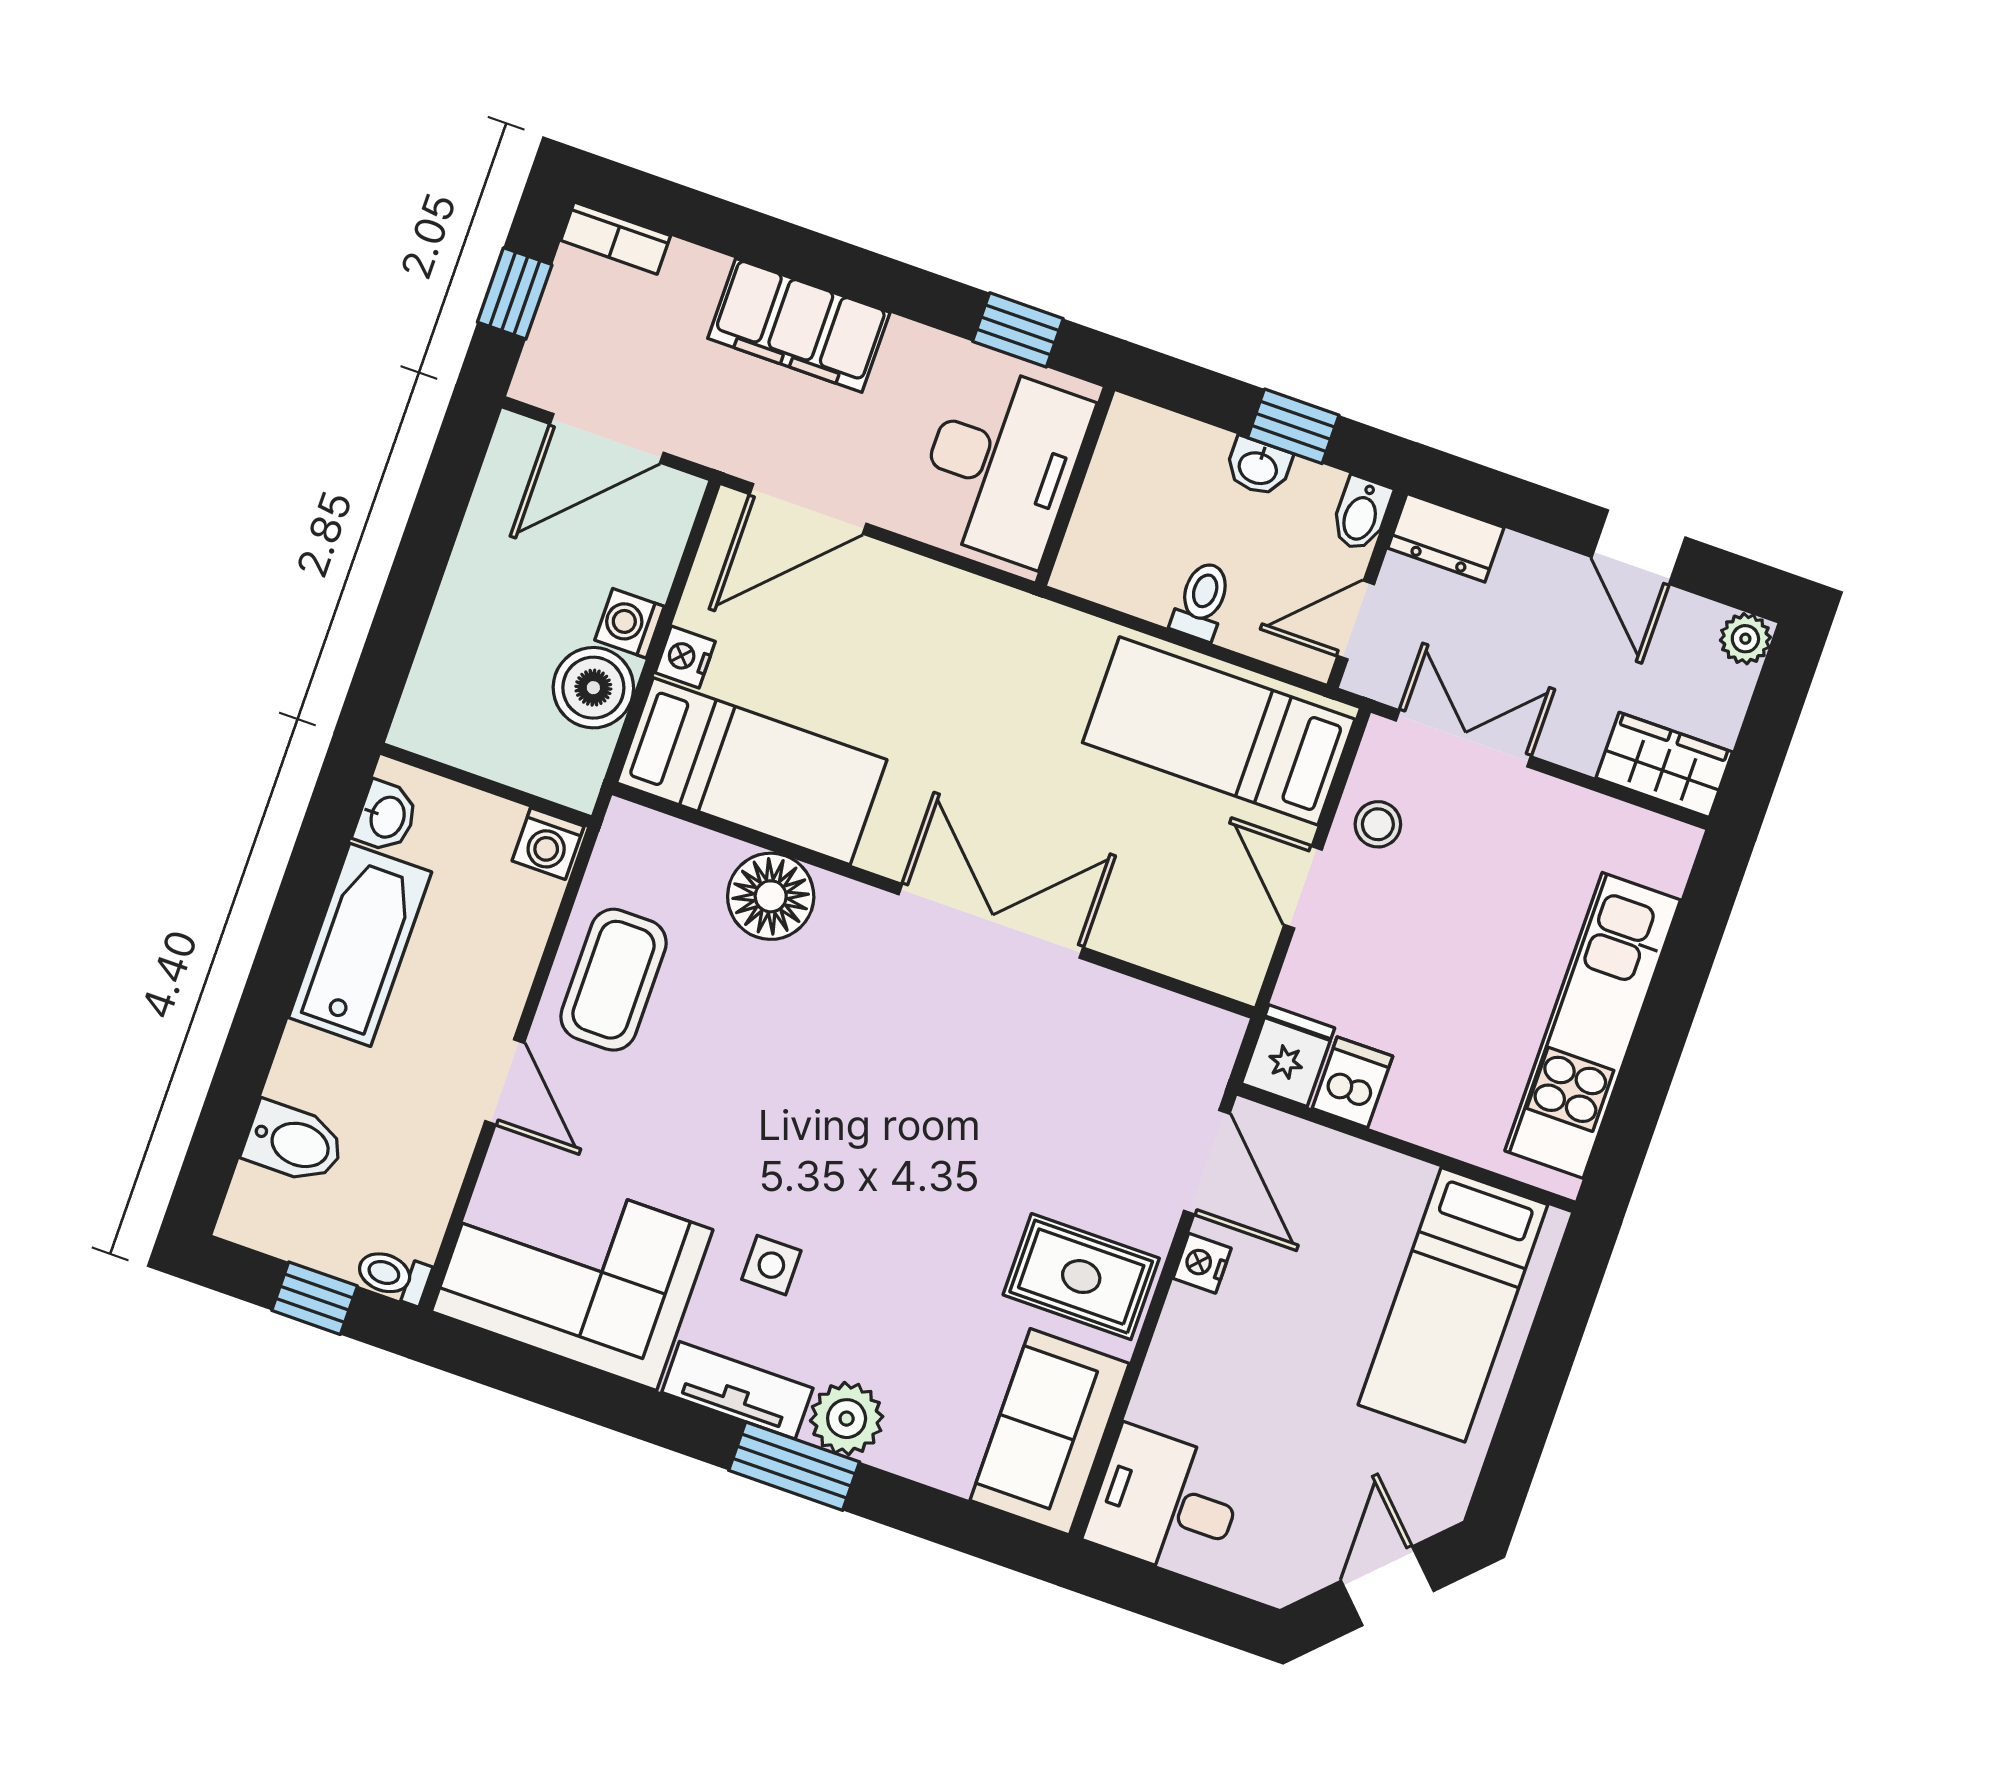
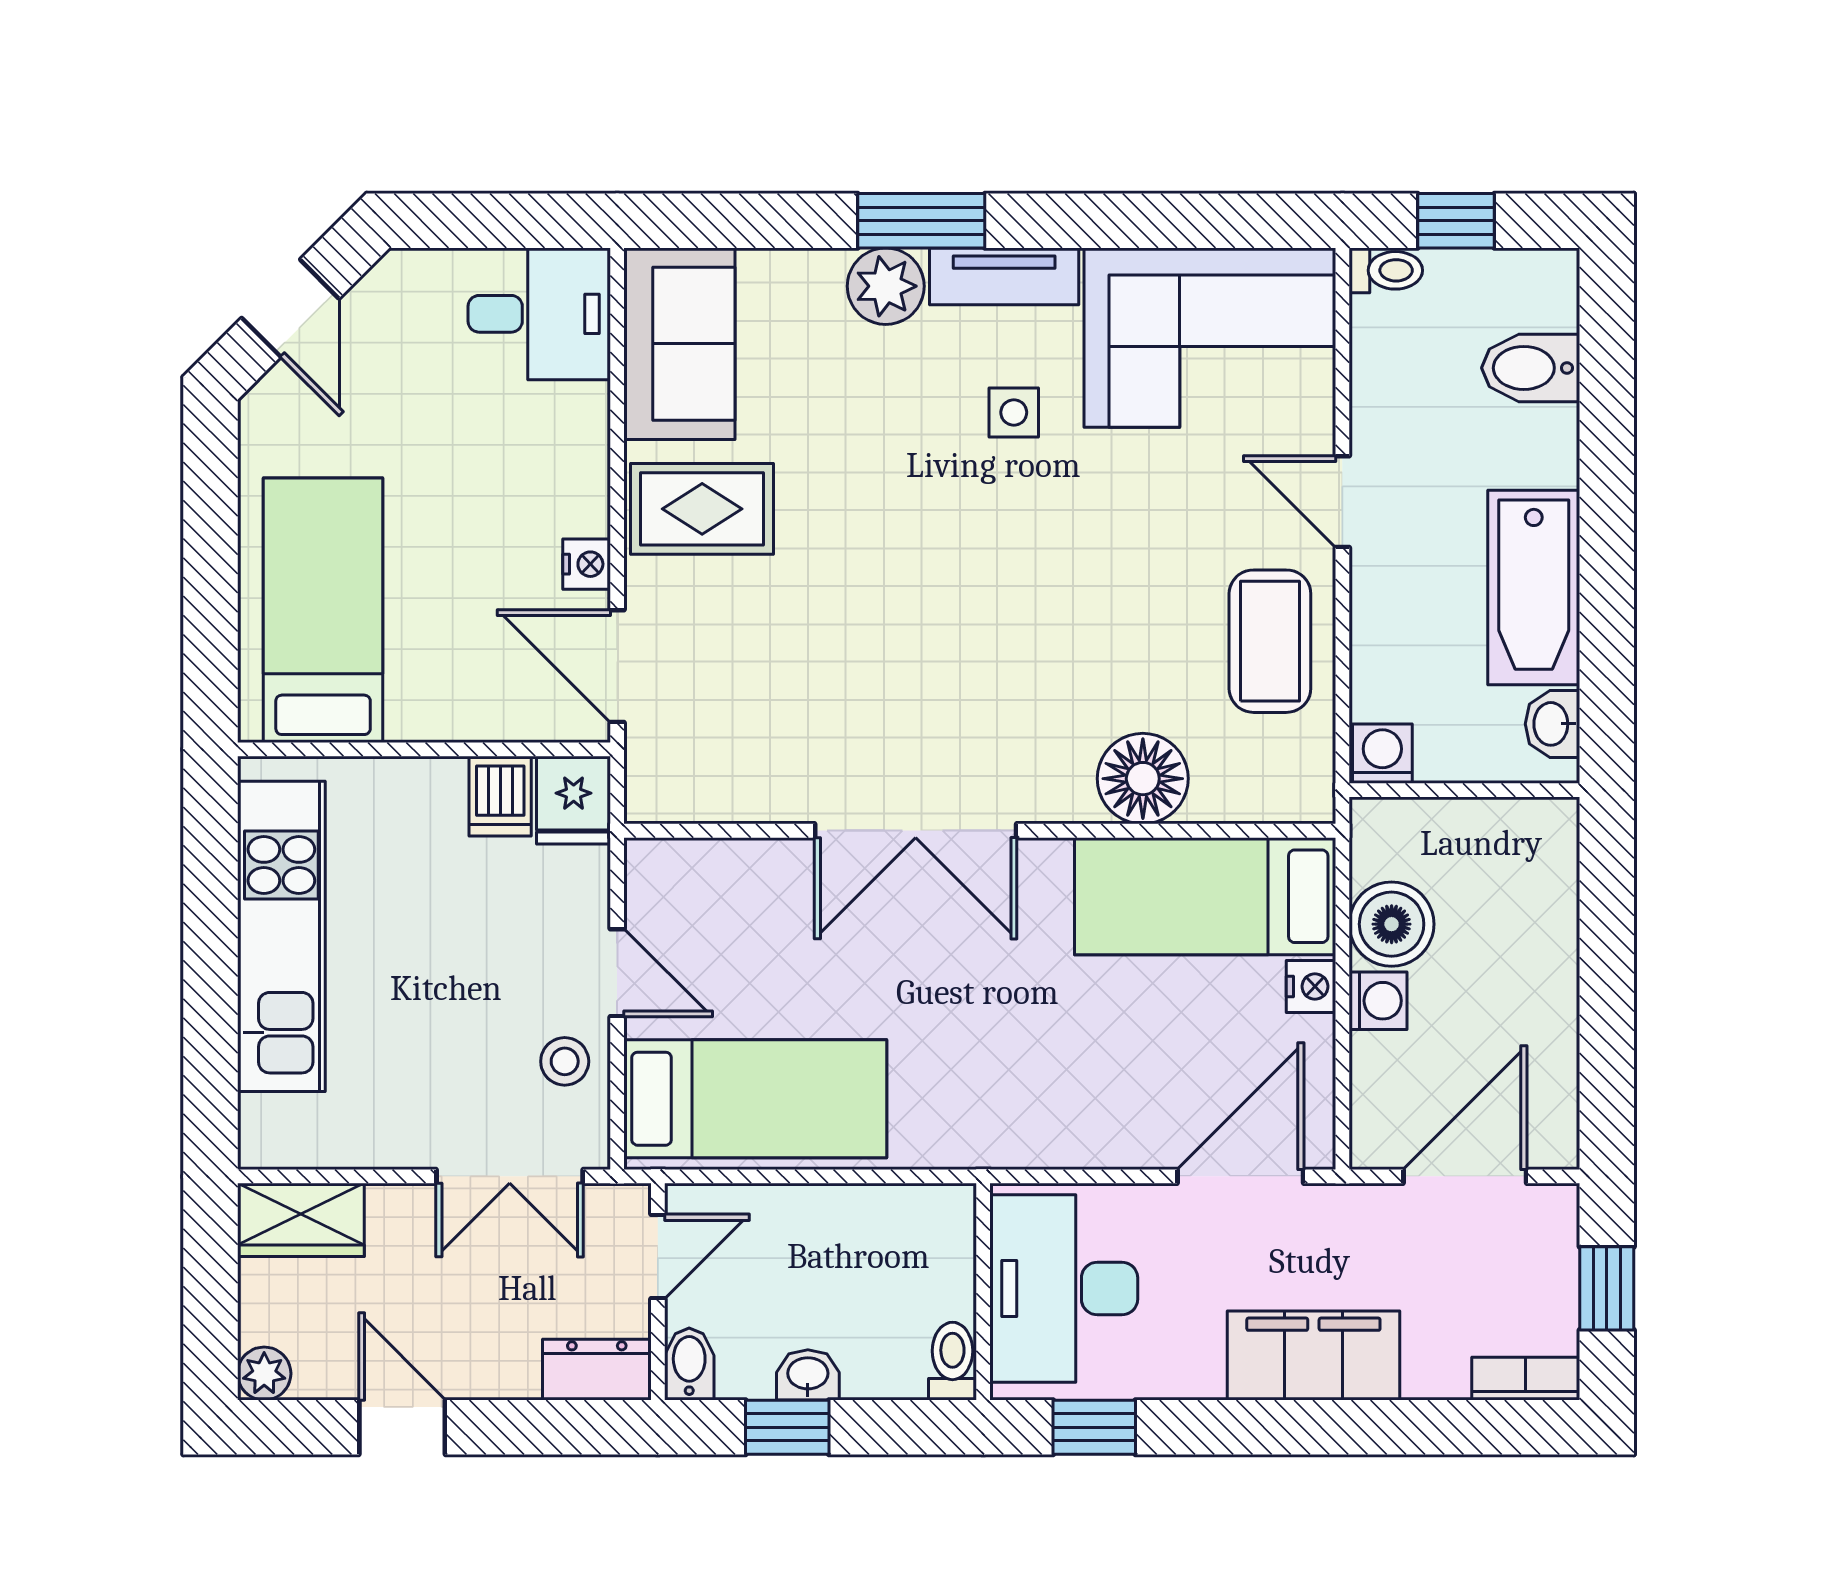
toilet: (1202, 601) -> (952, 1361), moved, turned 180

